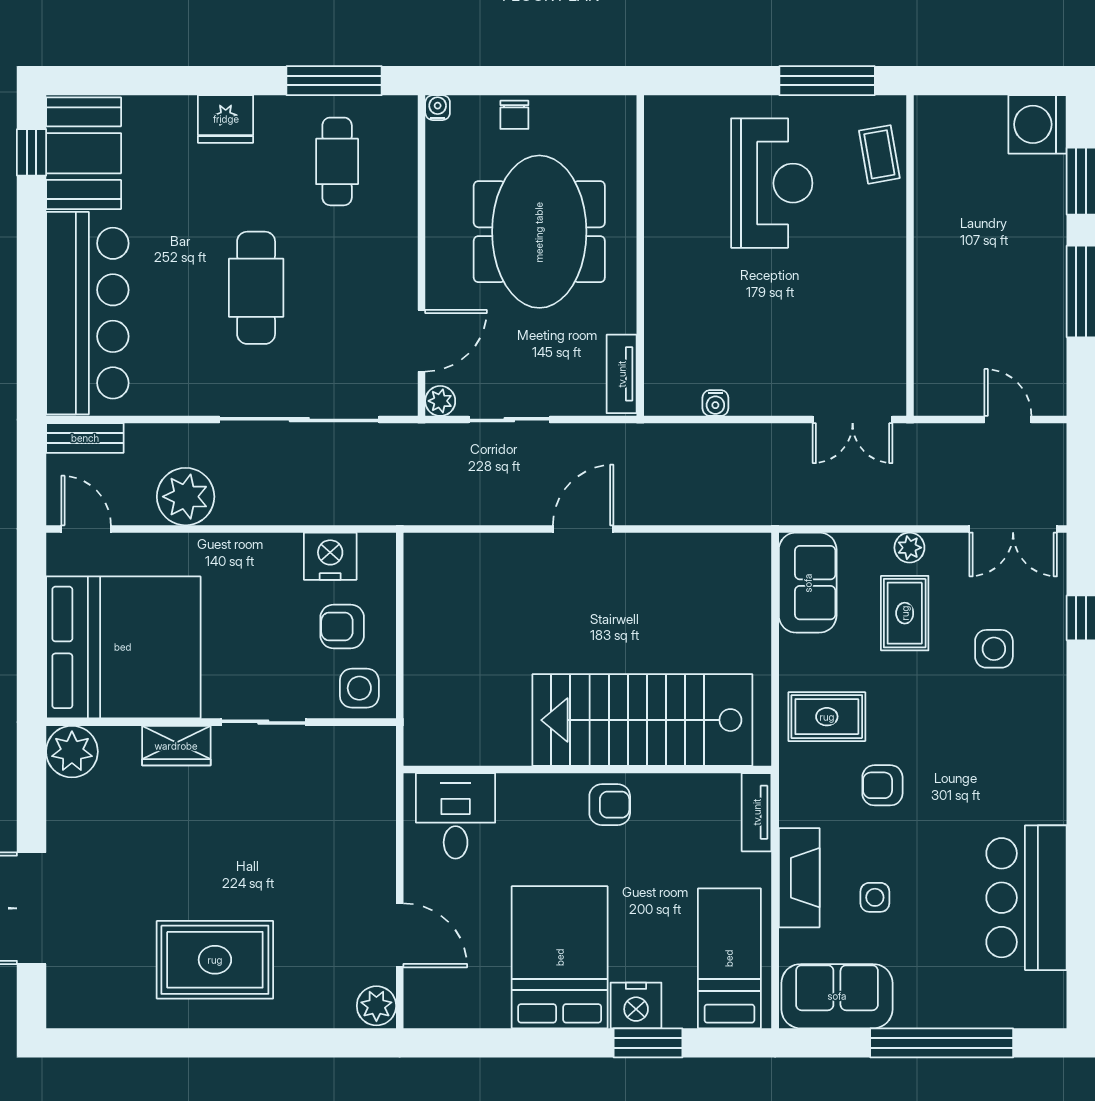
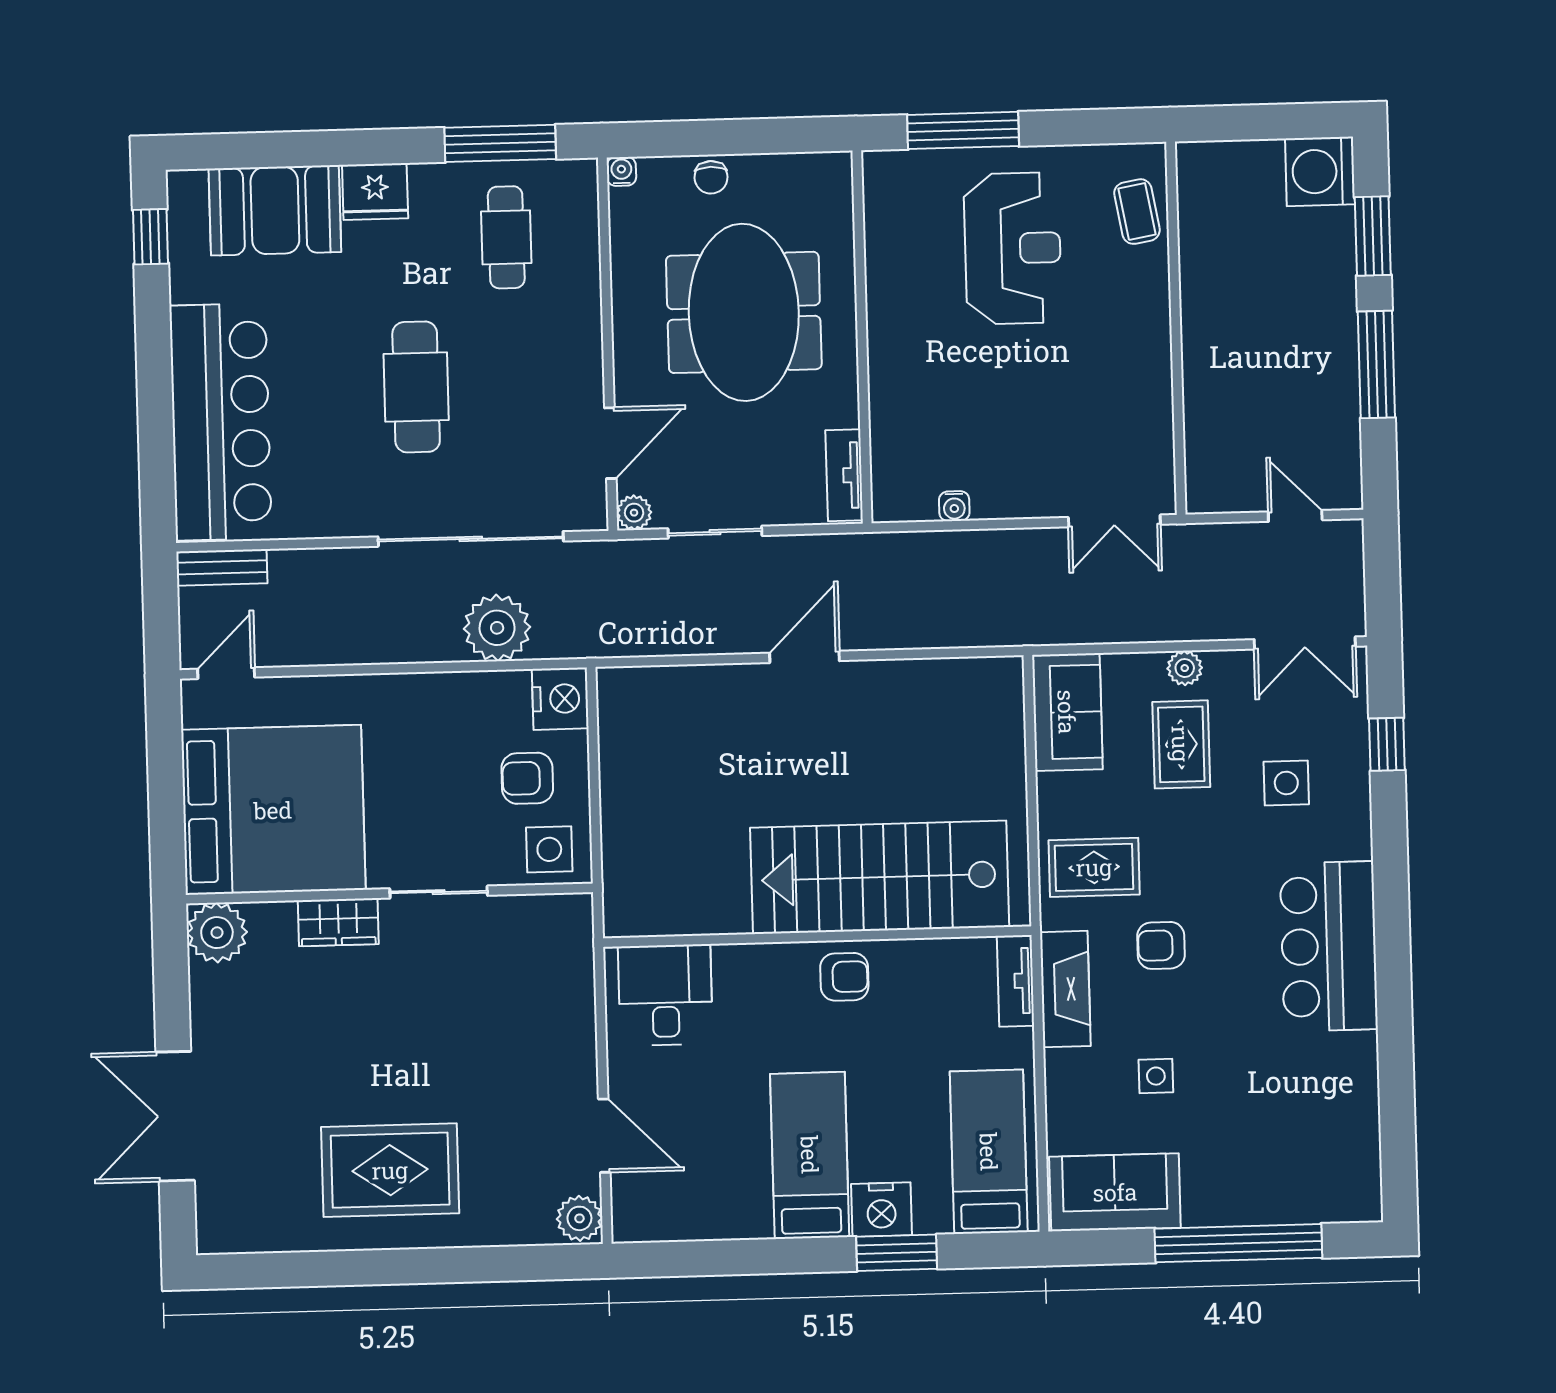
window: (827, 81) -> (963, 130), moved
booth: (84, 153) -> (275, 210), moved, turned 90
plant: (186, 497) -> (497, 628), moved
door: (86, 529) -> (226, 673), hinge flipped
nightstand: (330, 556) -> (560, 699), moved, turned 90
fireplace: (799, 878) -> (1065, 989), moved
bar counter: (1027, 898) -> (1329, 946), moved
bed: (560, 957) -> (810, 1155), width x0.67

